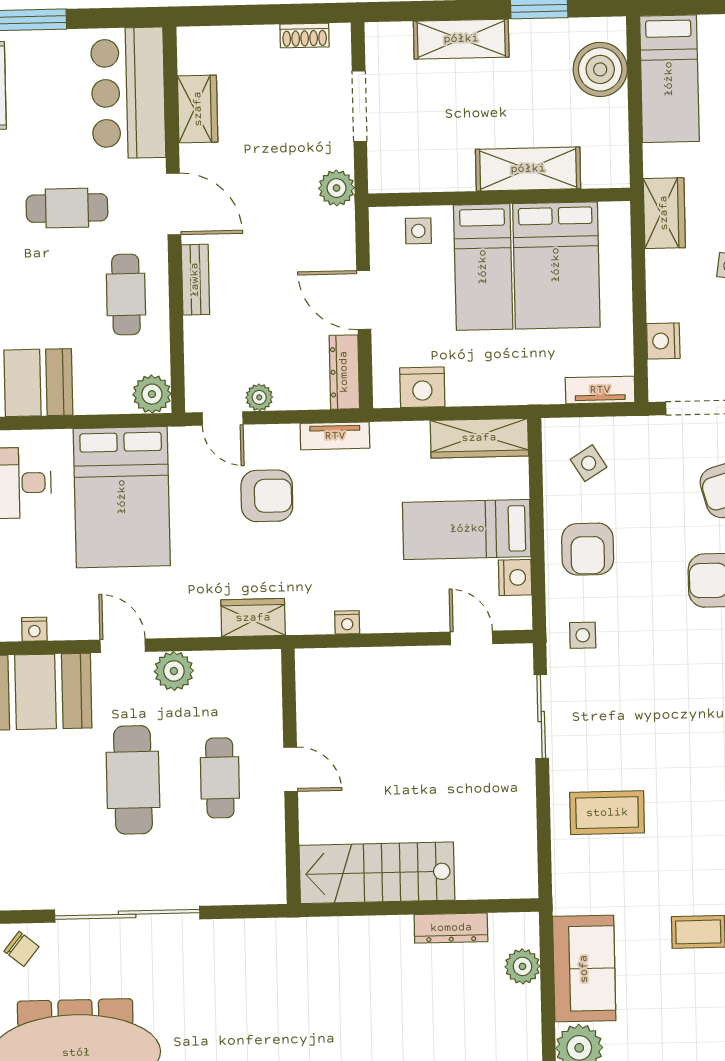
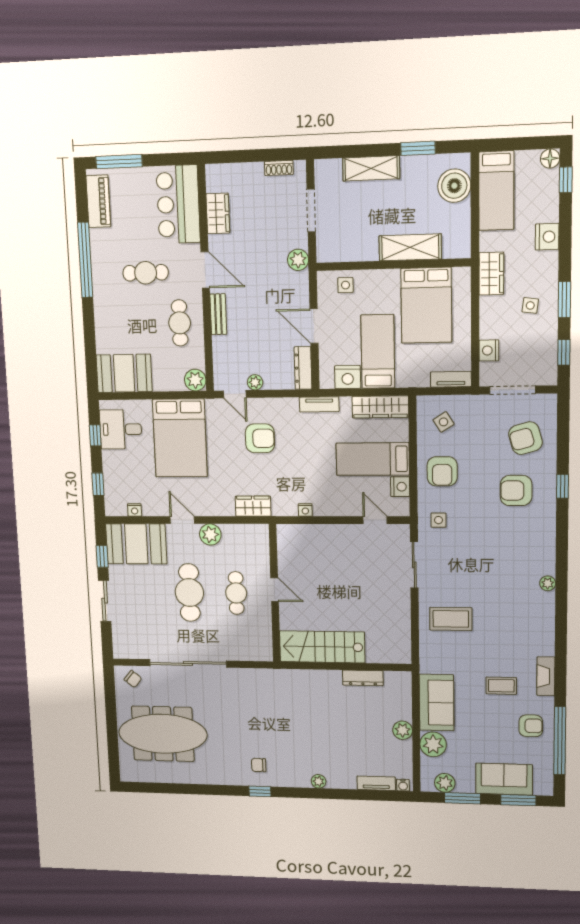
bed: (483, 267) -> (378, 352), moved, turned 180
tv unit: (335, 436) -> (319, 404), moved
plant: (522, 966) -> (403, 730), moved

